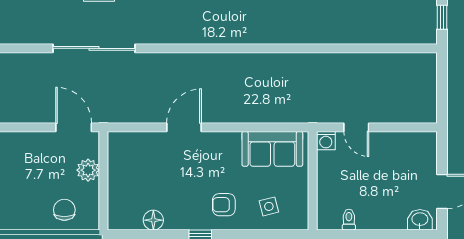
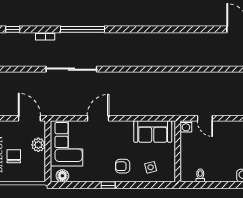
sliding door: (94, 48) -> (71, 69), moved
corner sofa: (133, 168) -> (66, 143), added
chair: (64, 210) -> (14, 156), moved
floor lamp: (153, 220) -> (62, 176), moved

